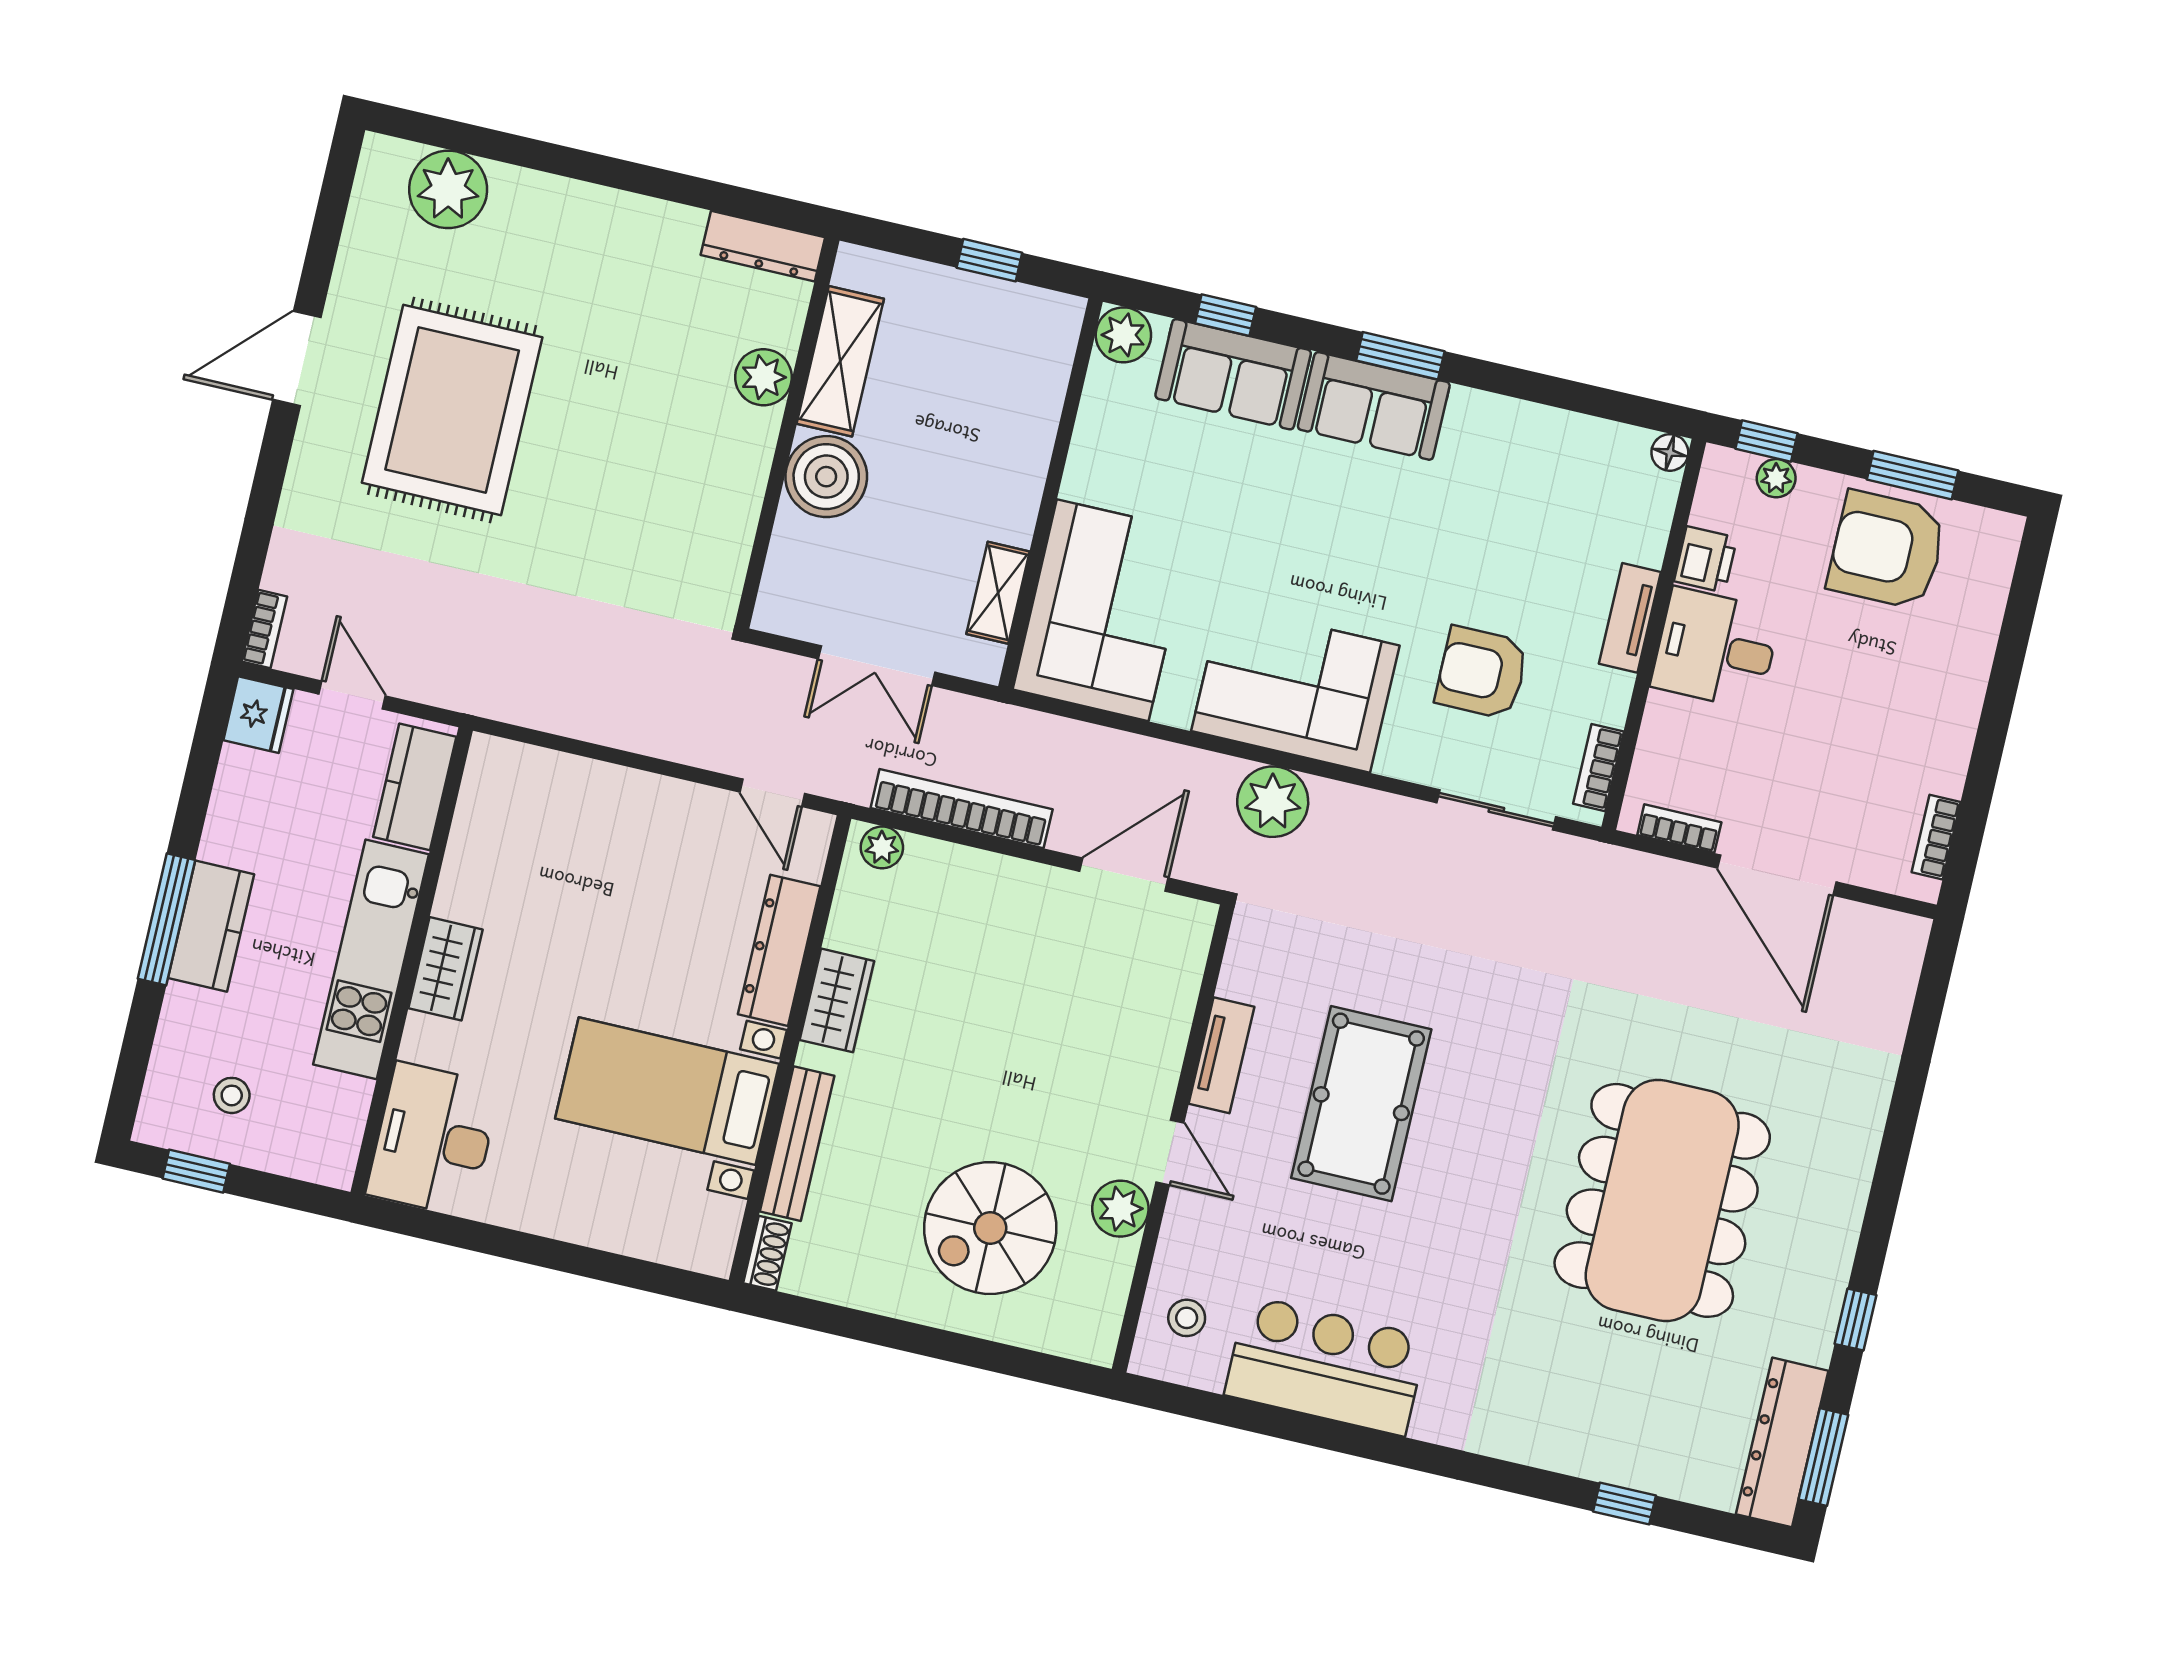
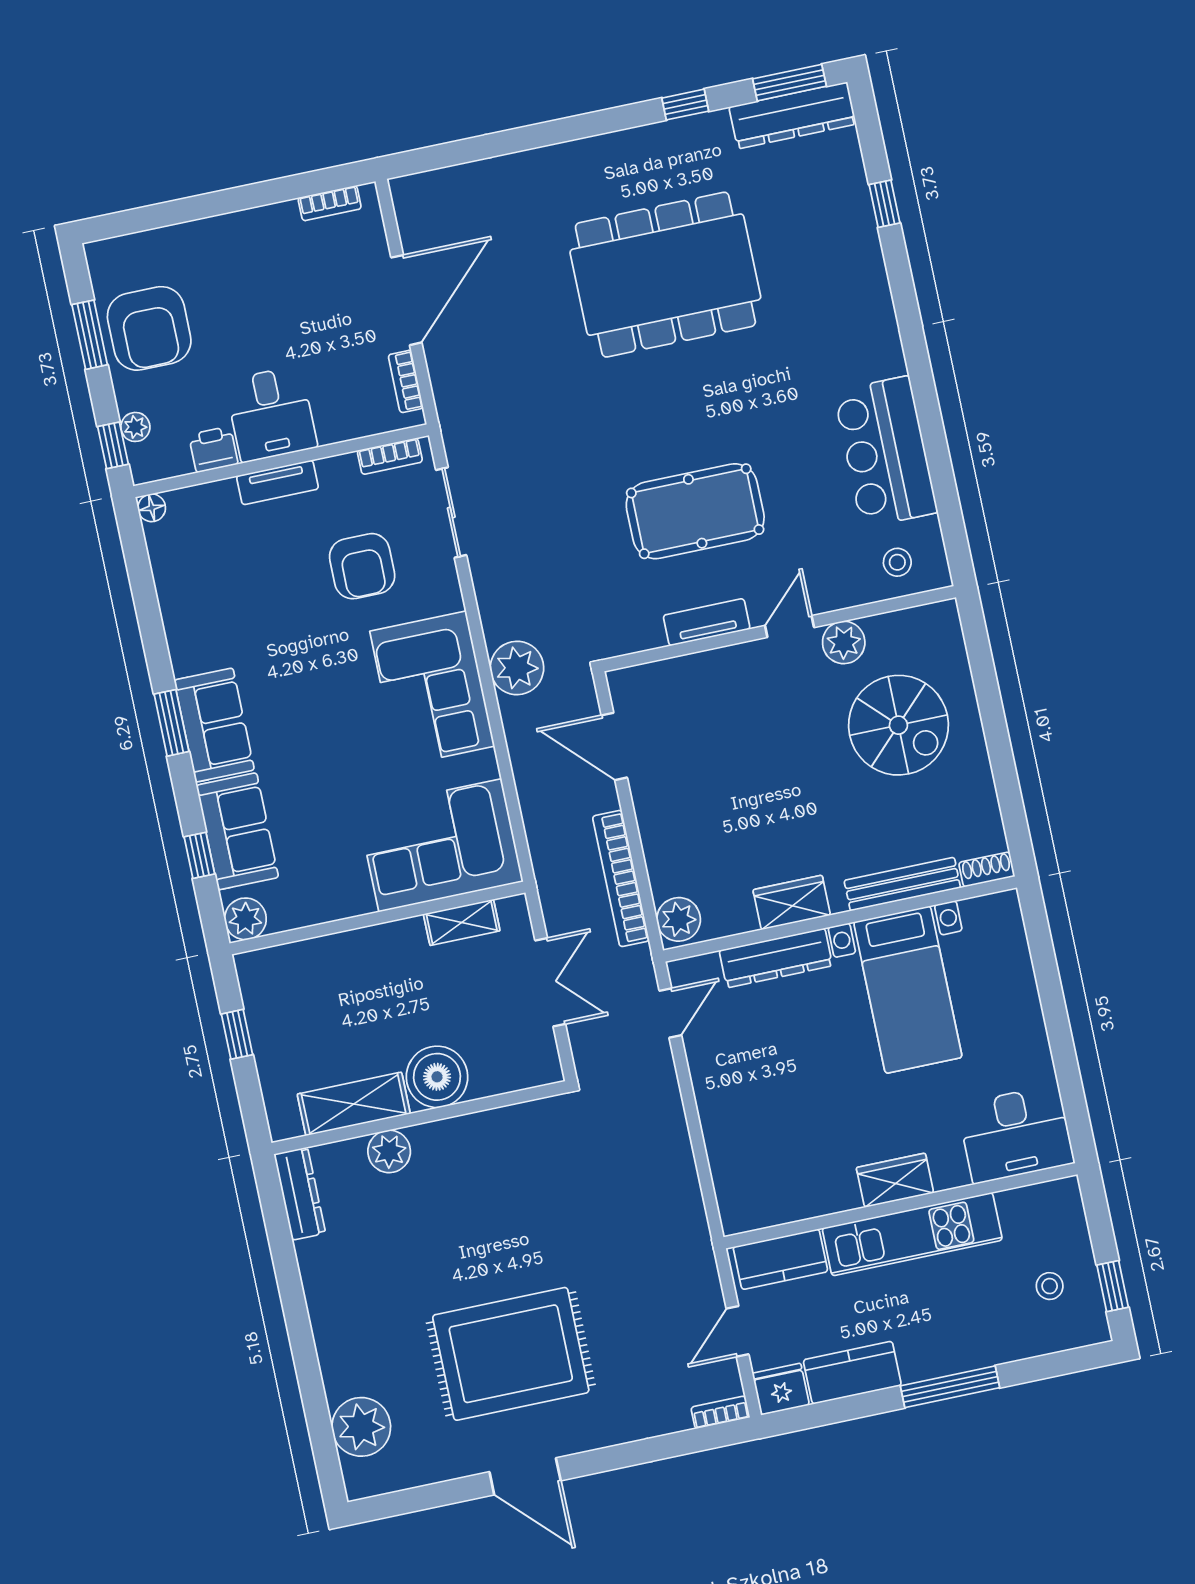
plant: (882, 847) -> (679, 919), width x1.38, depth x1.38
kitchen counter: (211, 926) -> (852, 1373), moved

